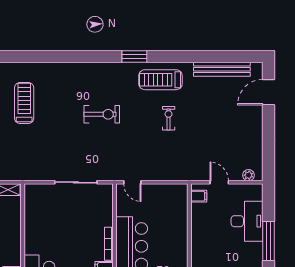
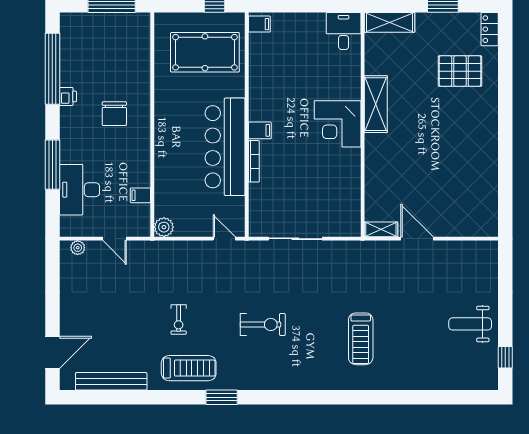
exercise bike: (102, 114) -> (263, 324), turned 180
plant: (180, 192) -> (164, 227), added
filing cabinet: (199, 196) -> (140, 195), moved

